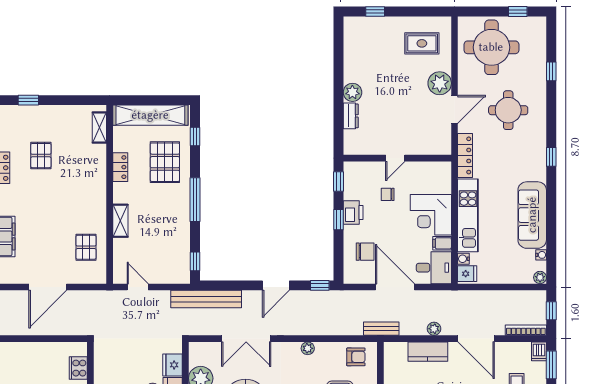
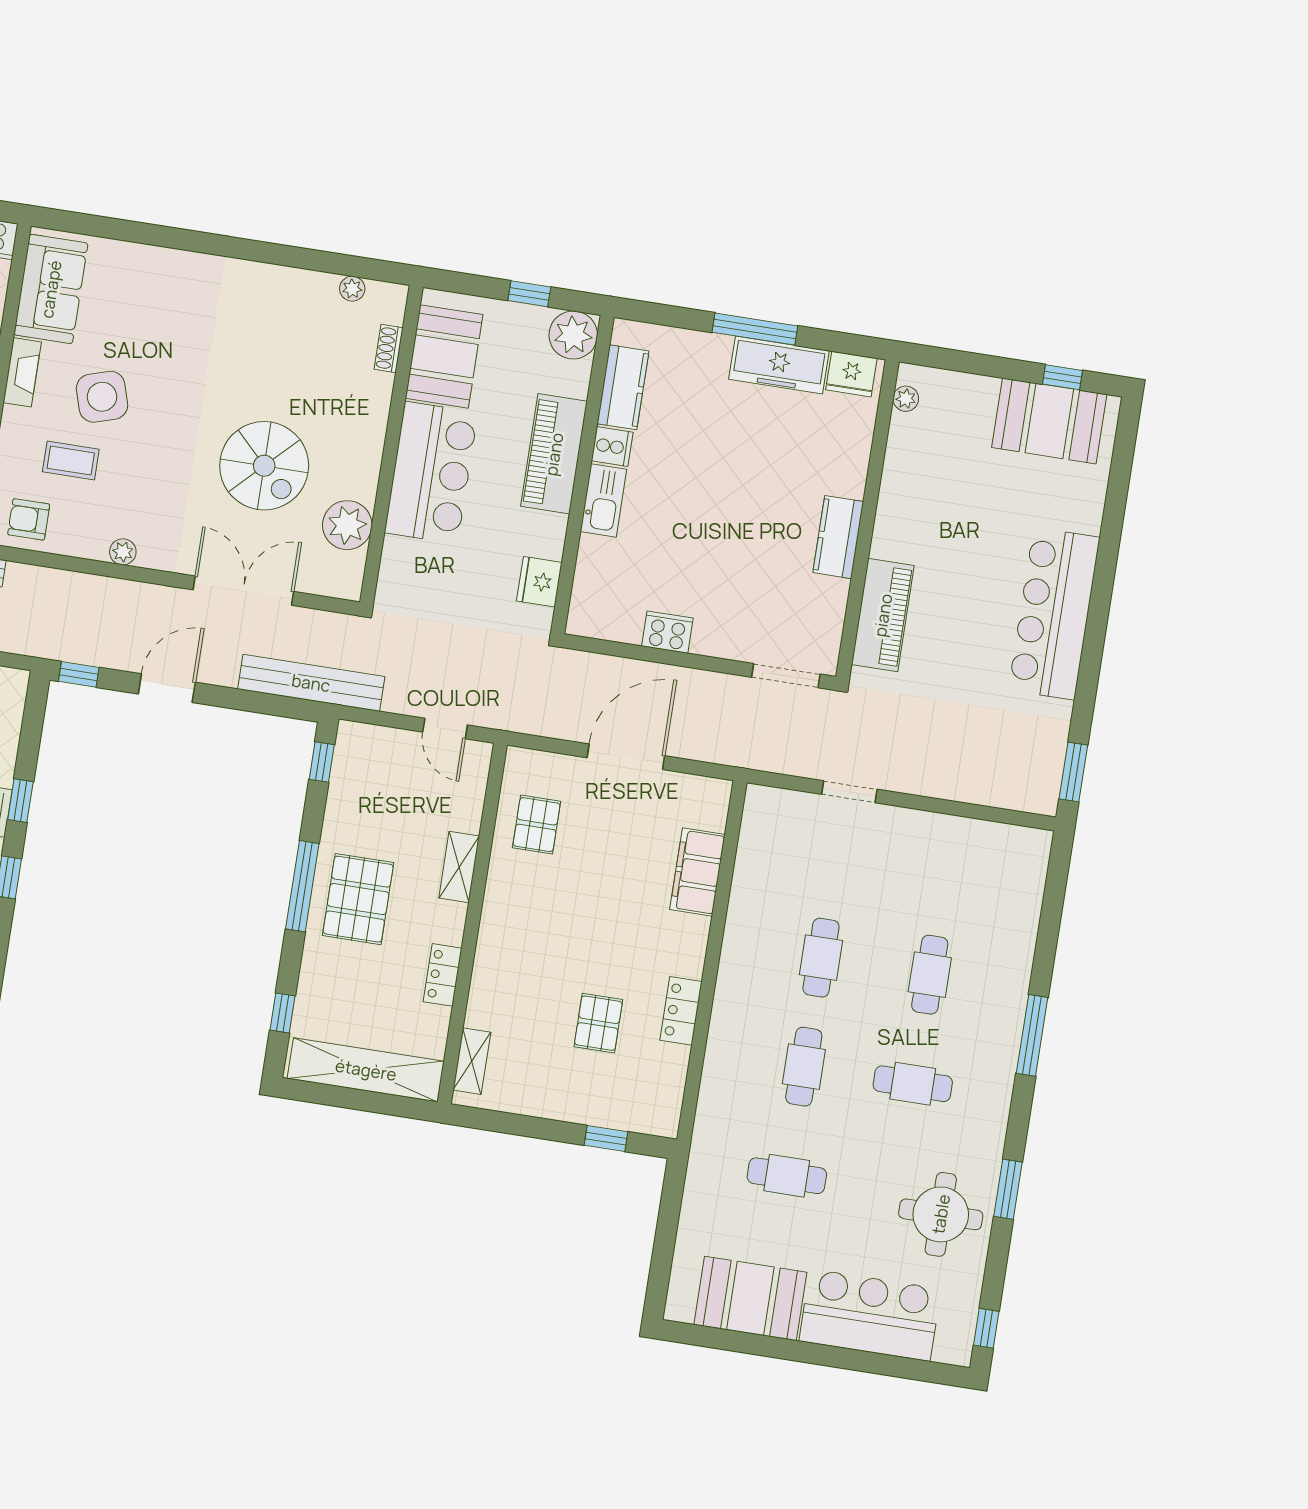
pallet: (165, 162) -> (358, 899), moved
fridge: (173, 365) -> (539, 582), moved, turned 180
cooker: (78, 368) -> (667, 632), moved, turned -90

